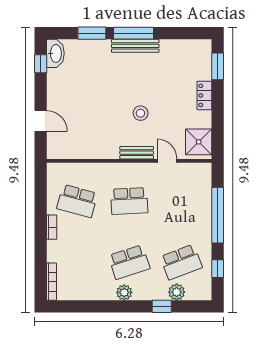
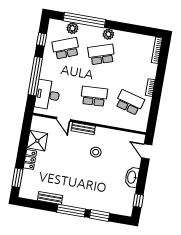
bench: (135, 46) -> (50, 198), moved, width x0.73
washbasin: (55, 53) -> (132, 177), moved
stool: (141, 113) -> (96, 152), moved
door: (41, 121) -> (147, 151), moved
shower: (199, 142) -> (37, 141), moved
desk: (195, 191) -> (48, 95), added
window: (162, 306) -> (84, 20), width x3.17

